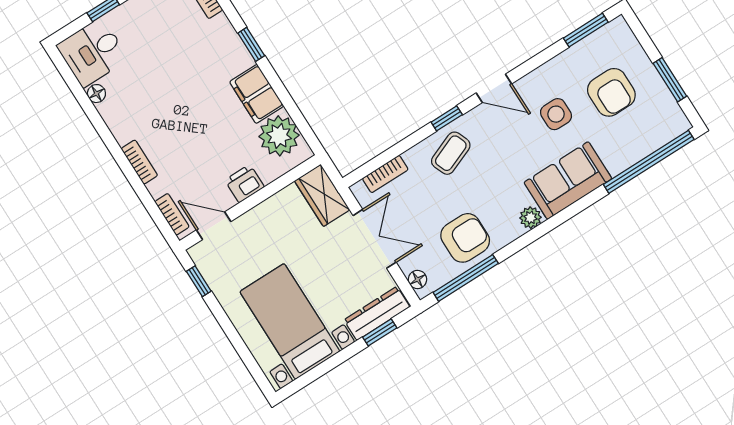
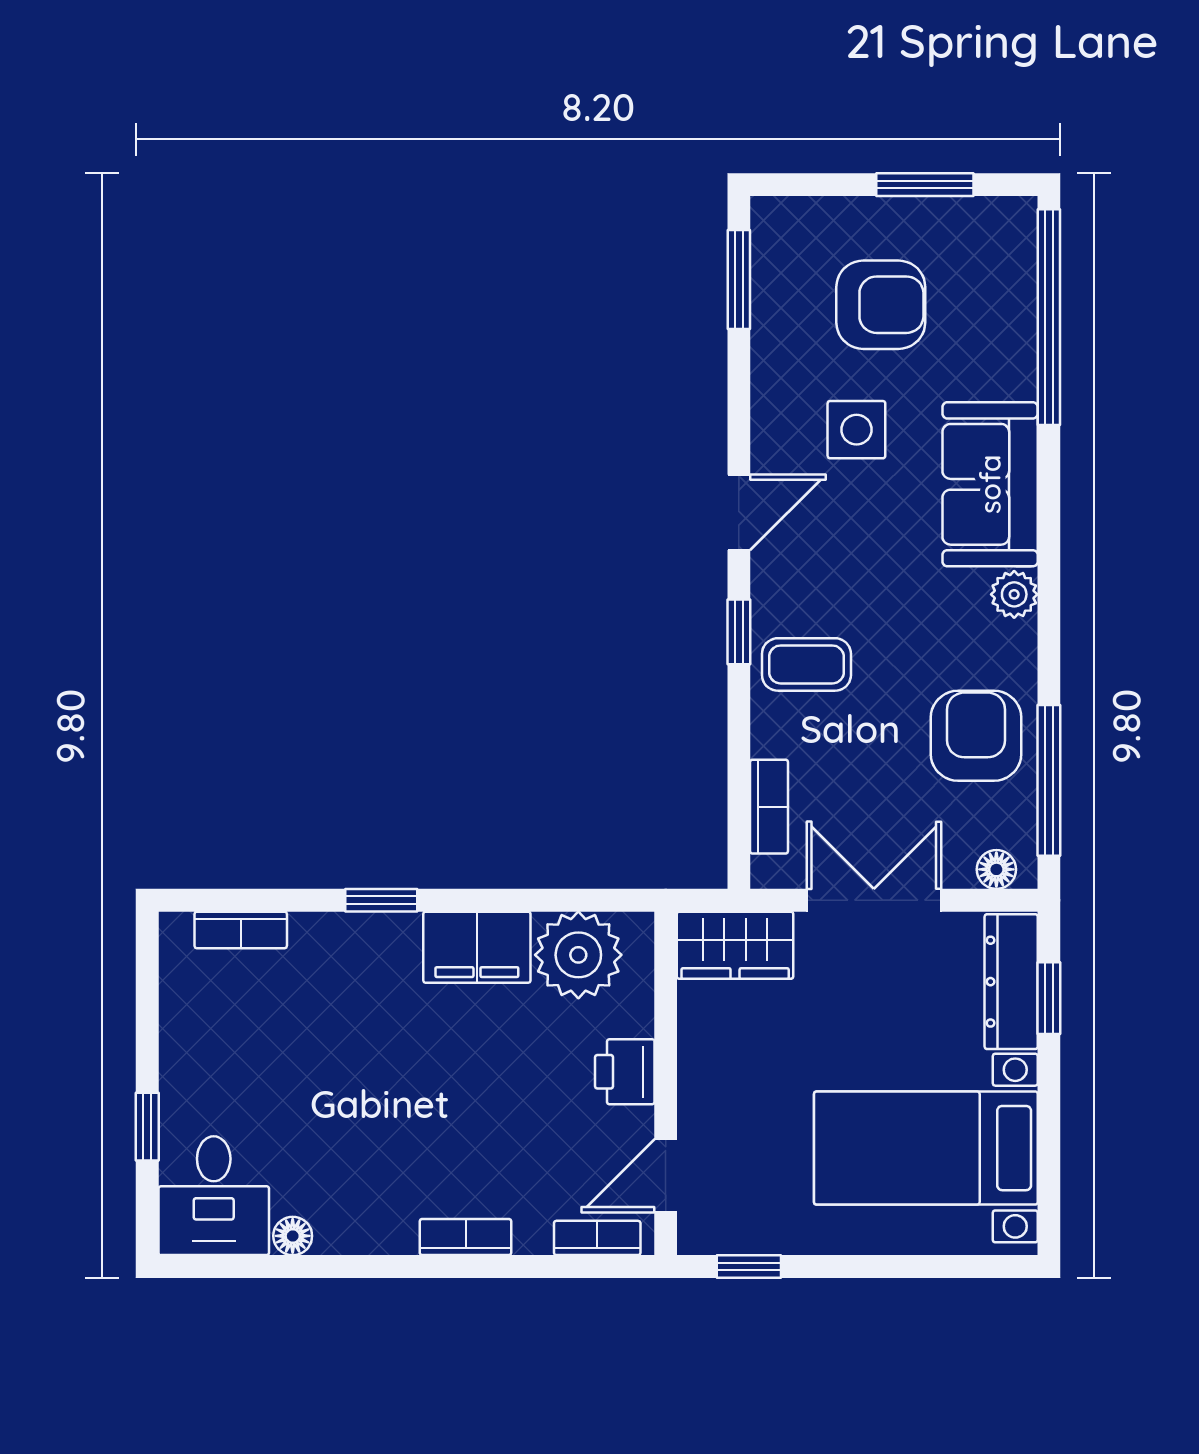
coffee table: (451, 153) -> (806, 664), turned -68

